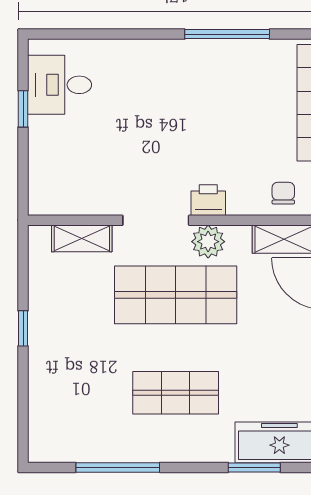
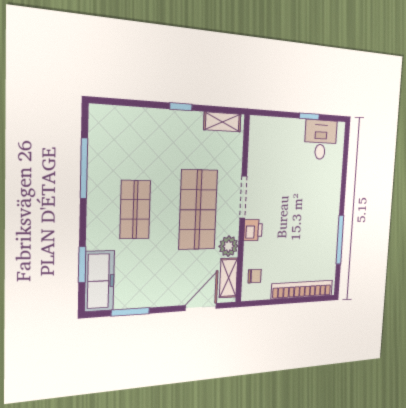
shelving: (82, 238) -> (222, 122), moved, turned 90
plant: (208, 242) -> (229, 246), moved

